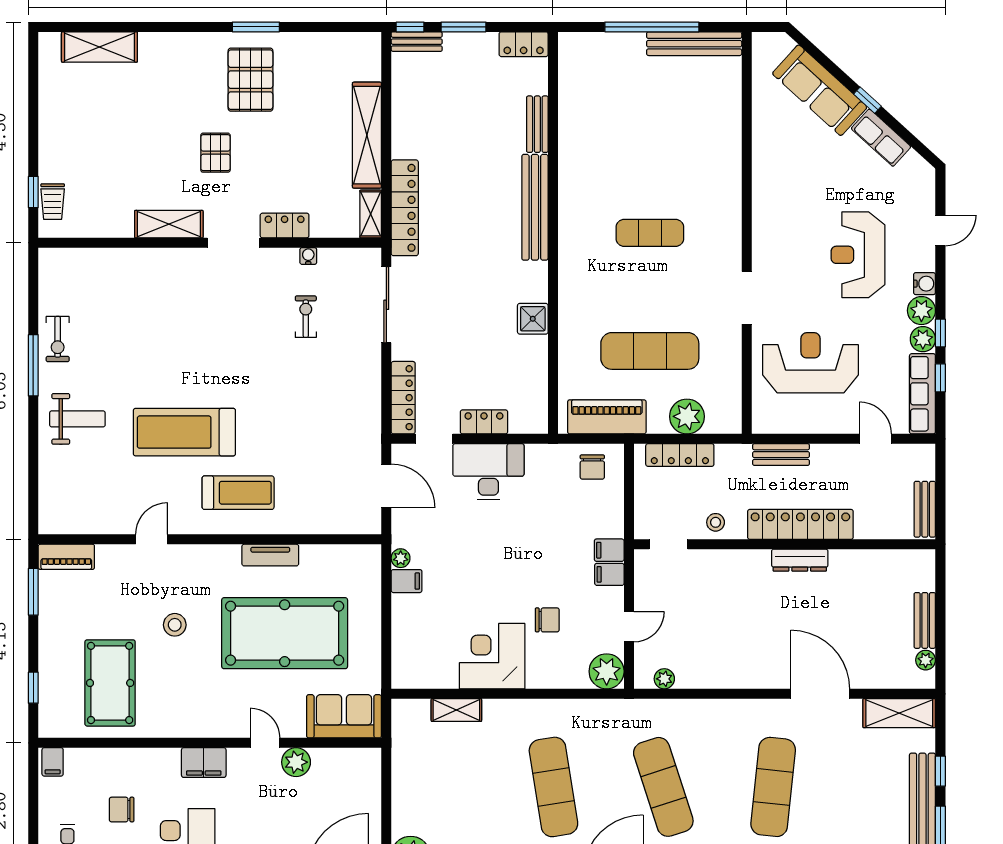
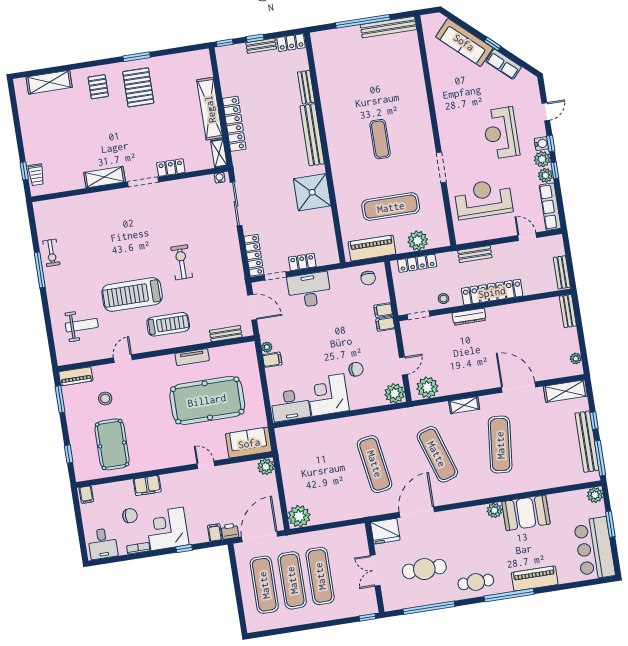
window: (464, 27) -> (255, 38), width x0.67
bench: (417, 42) -> (261, 46), moved
pallet: (215, 153) -> (98, 87), moved
locker: (405, 208) -> (234, 124), moved
exercise mat: (650, 233) -> (380, 139), turned 90
water cooler: (308, 256) -> (220, 178), moved
exercise bike: (306, 317) -> (182, 262), moved, width x1.38, depth x1.39
shower: (533, 319) -> (312, 192), width x1.86, depth x1.86
window: (940, 378) -> (551, 143), moved
weight bench: (77, 419) -> (82, 325), moved
bench: (334, 524) -> (226, 334), added
dresser: (800, 560) -> (469, 317), moved
filing cabinet: (609, 574) -> (383, 310), moved
bench: (925, 620) -> (568, 311), moved
stool: (175, 625) -> (105, 398), moved
desk: (425, 664) -> (290, 405), added
plant: (664, 679) -> (427, 387), width x1.87, depth x1.87
shelving: (456, 710) -> (464, 405), moved
plant: (296, 762) -> (266, 467), moved
filing cabinet: (204, 763) -> (147, 485), moved
chair: (122, 810) -> (130, 516), turned 180

